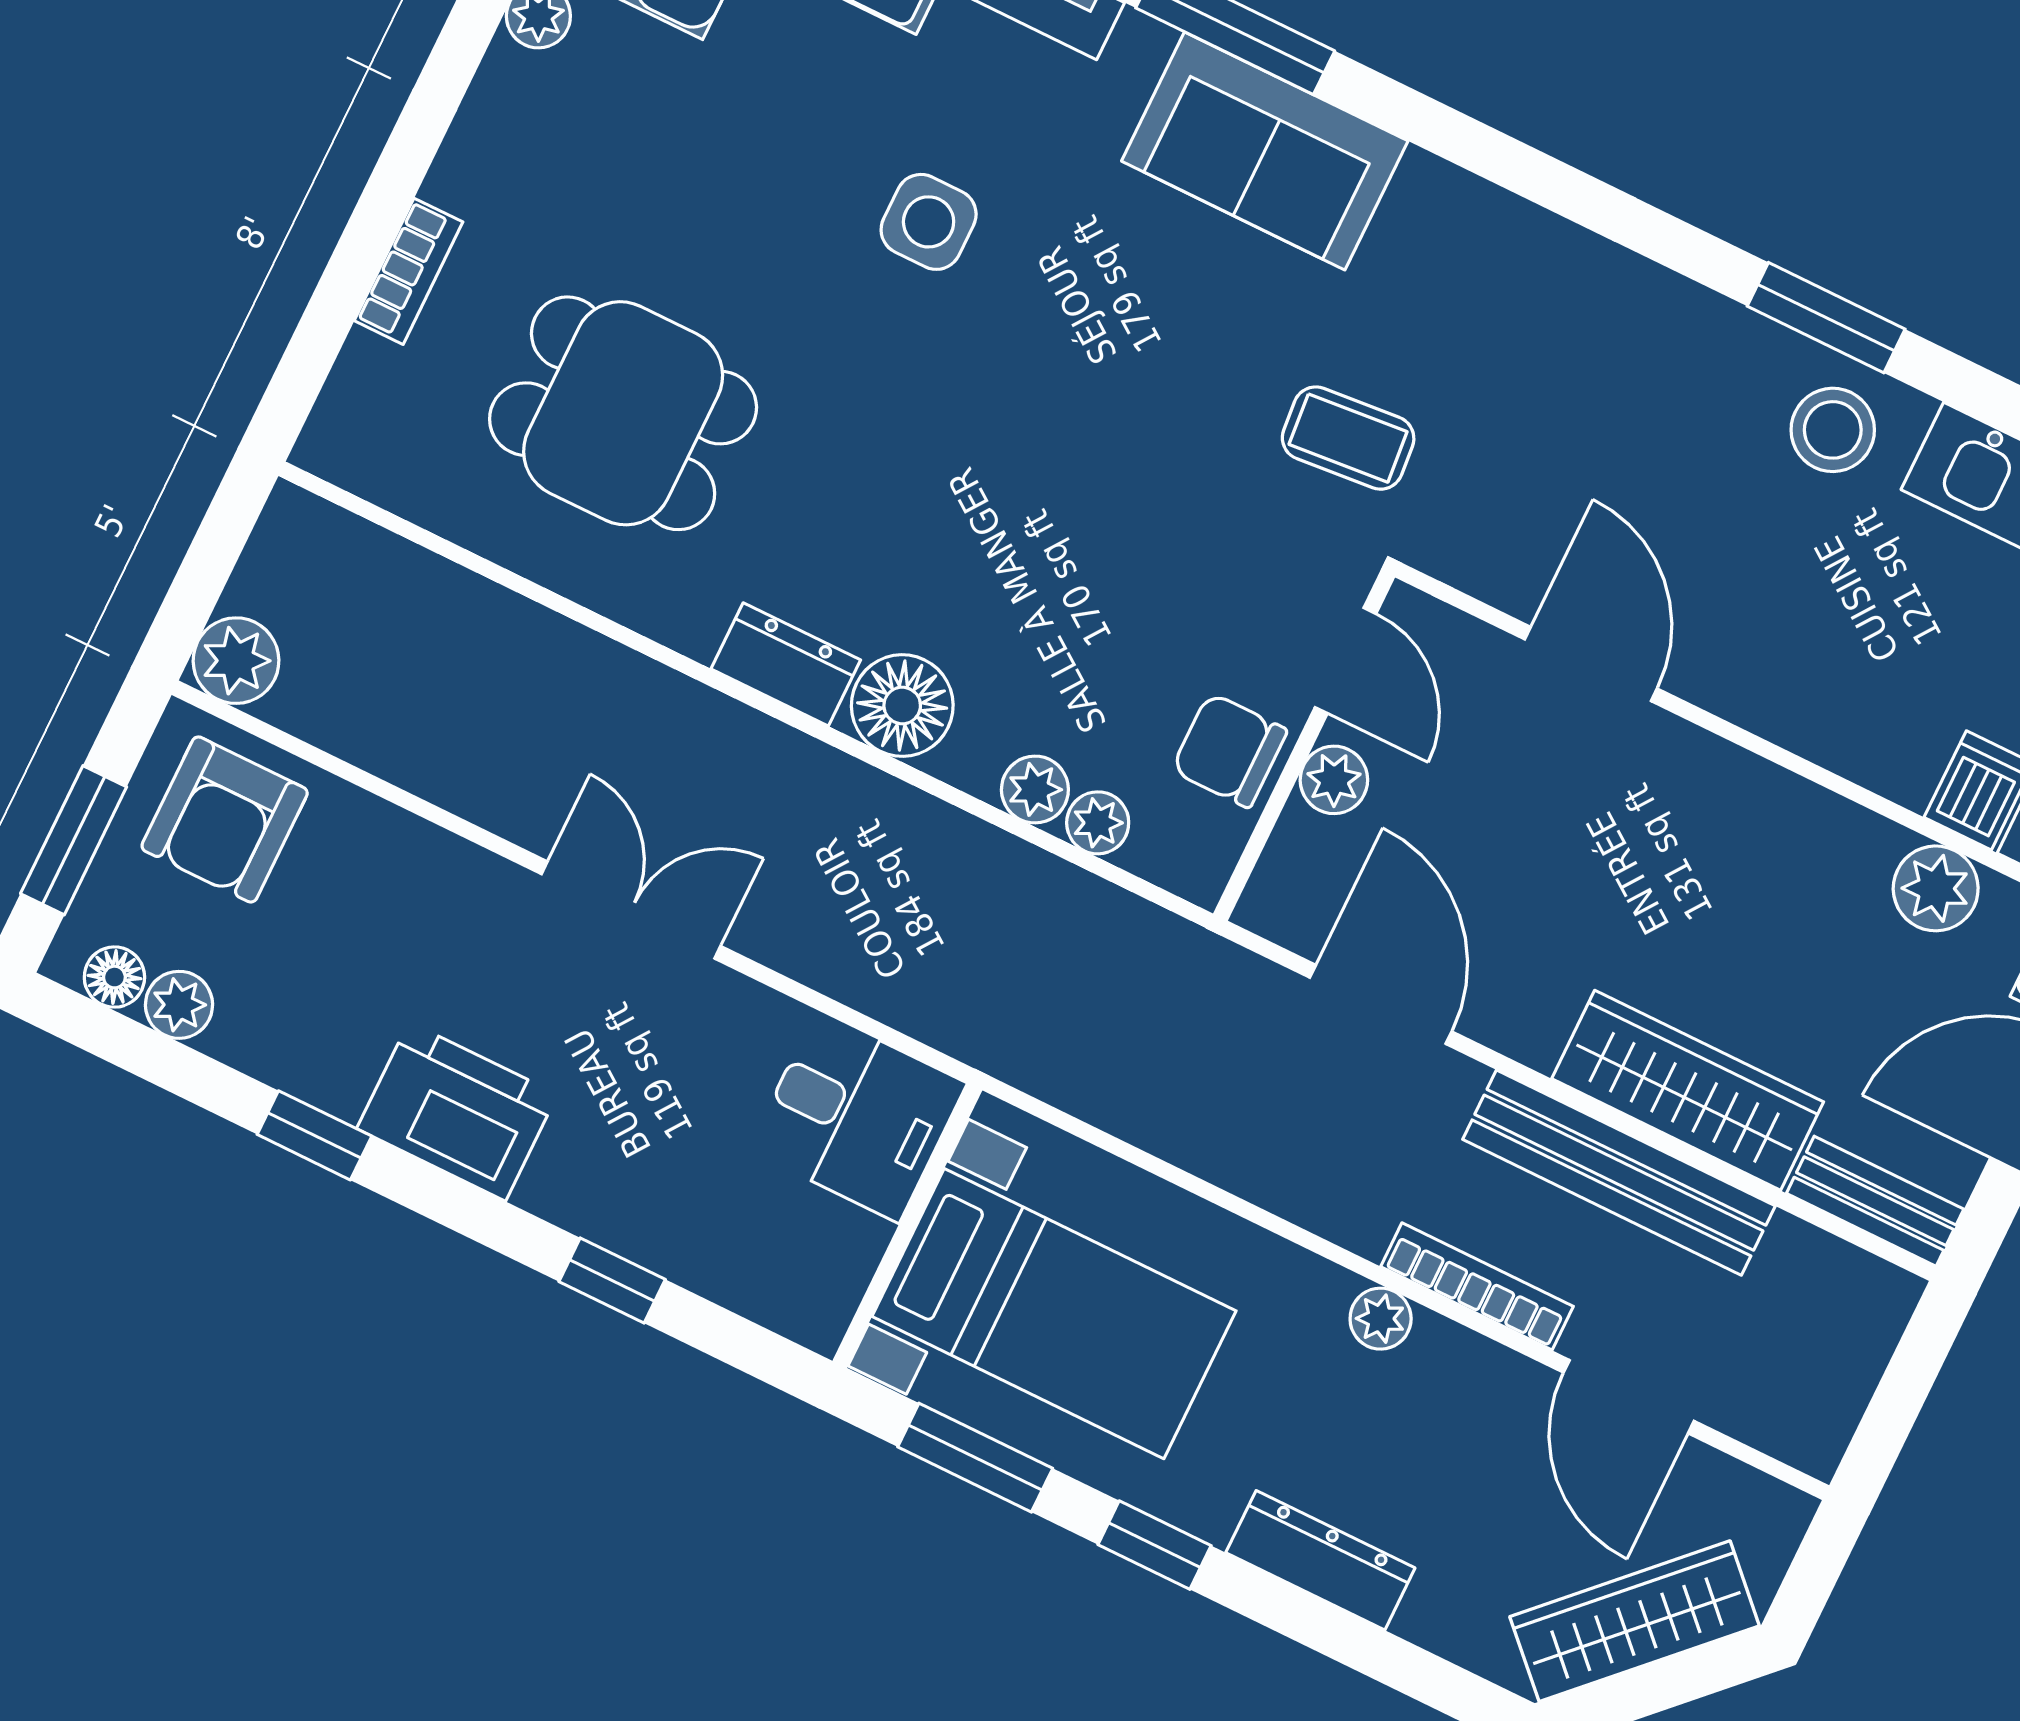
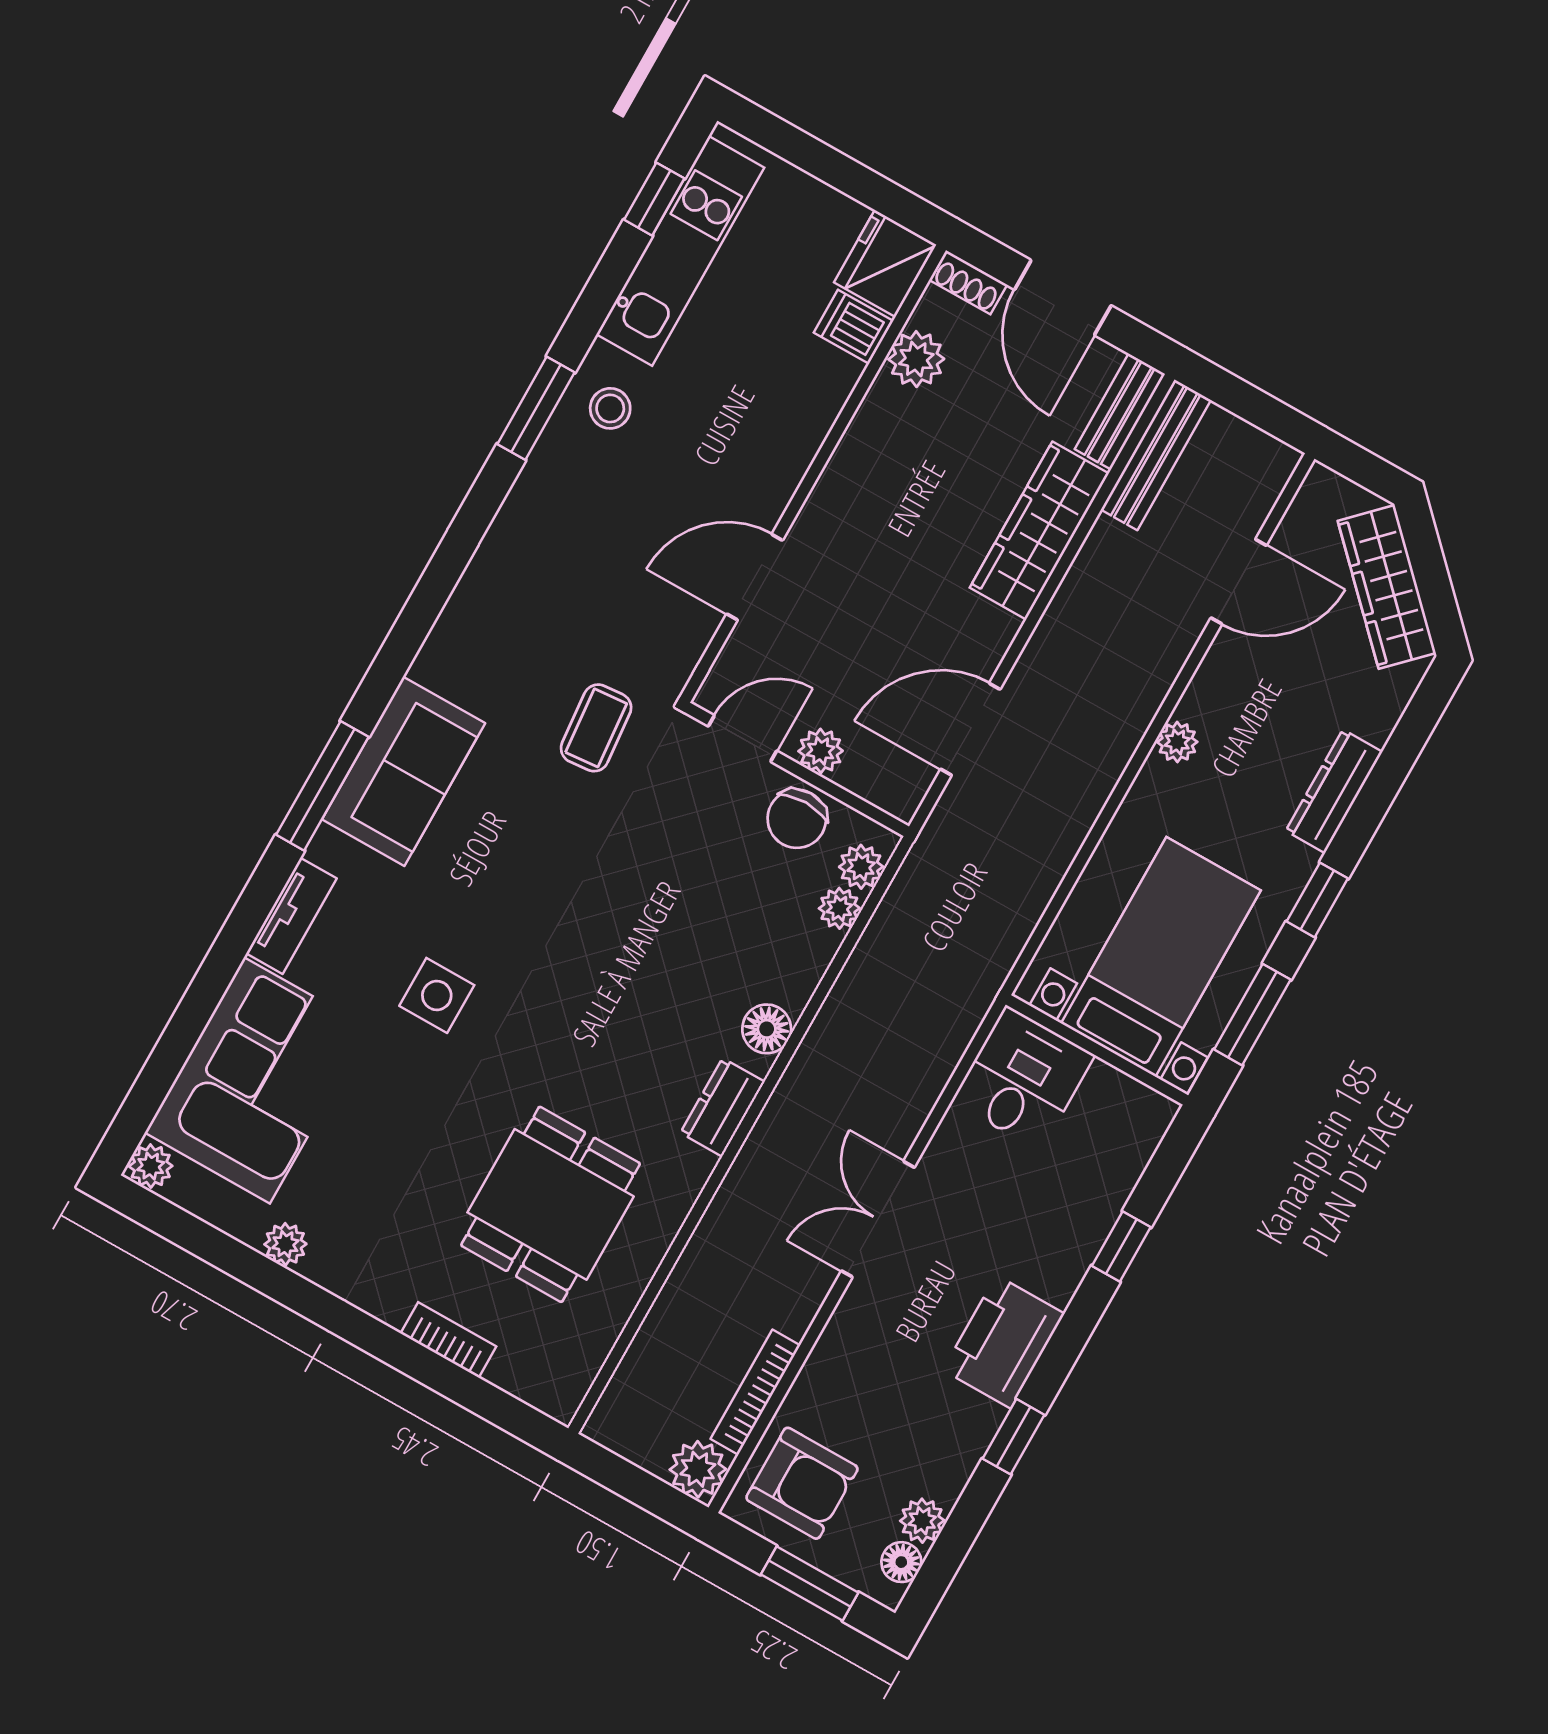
stool: (1833, 430) -> (610, 408), width x0.73, depth x0.73
floor lamp: (902, 705) -> (767, 1029), width x0.73, depth x0.73
plant: (1035, 790) -> (861, 867), moved
bench: (1619, 1173) -> (1156, 455), moved, width x0.73, depth x0.82
bookcase: (1477, 1286) -> (755, 1392), moved

